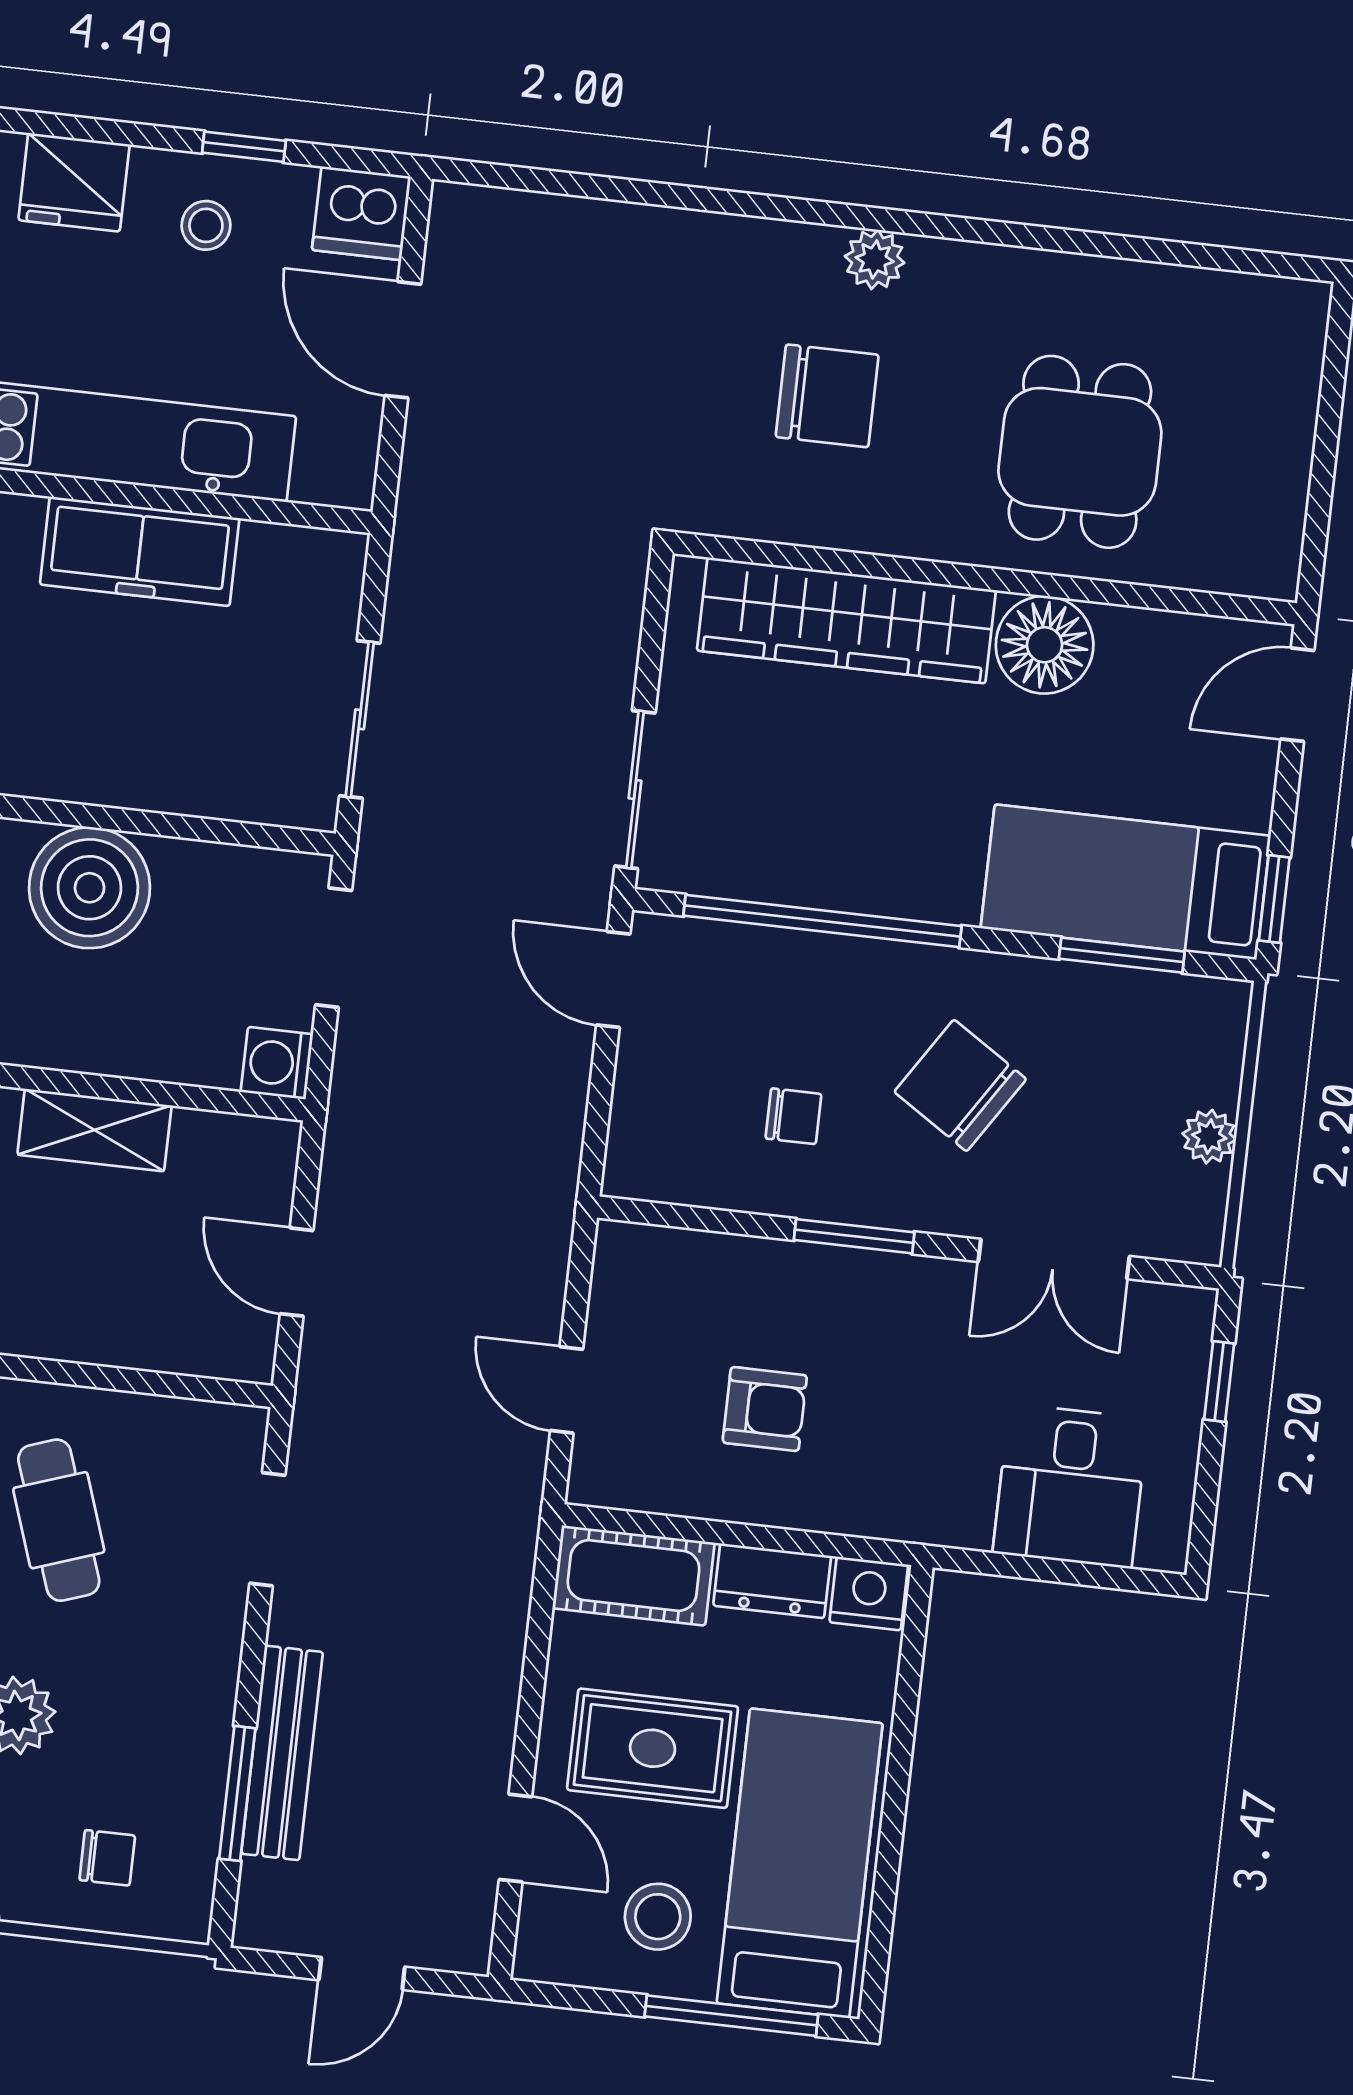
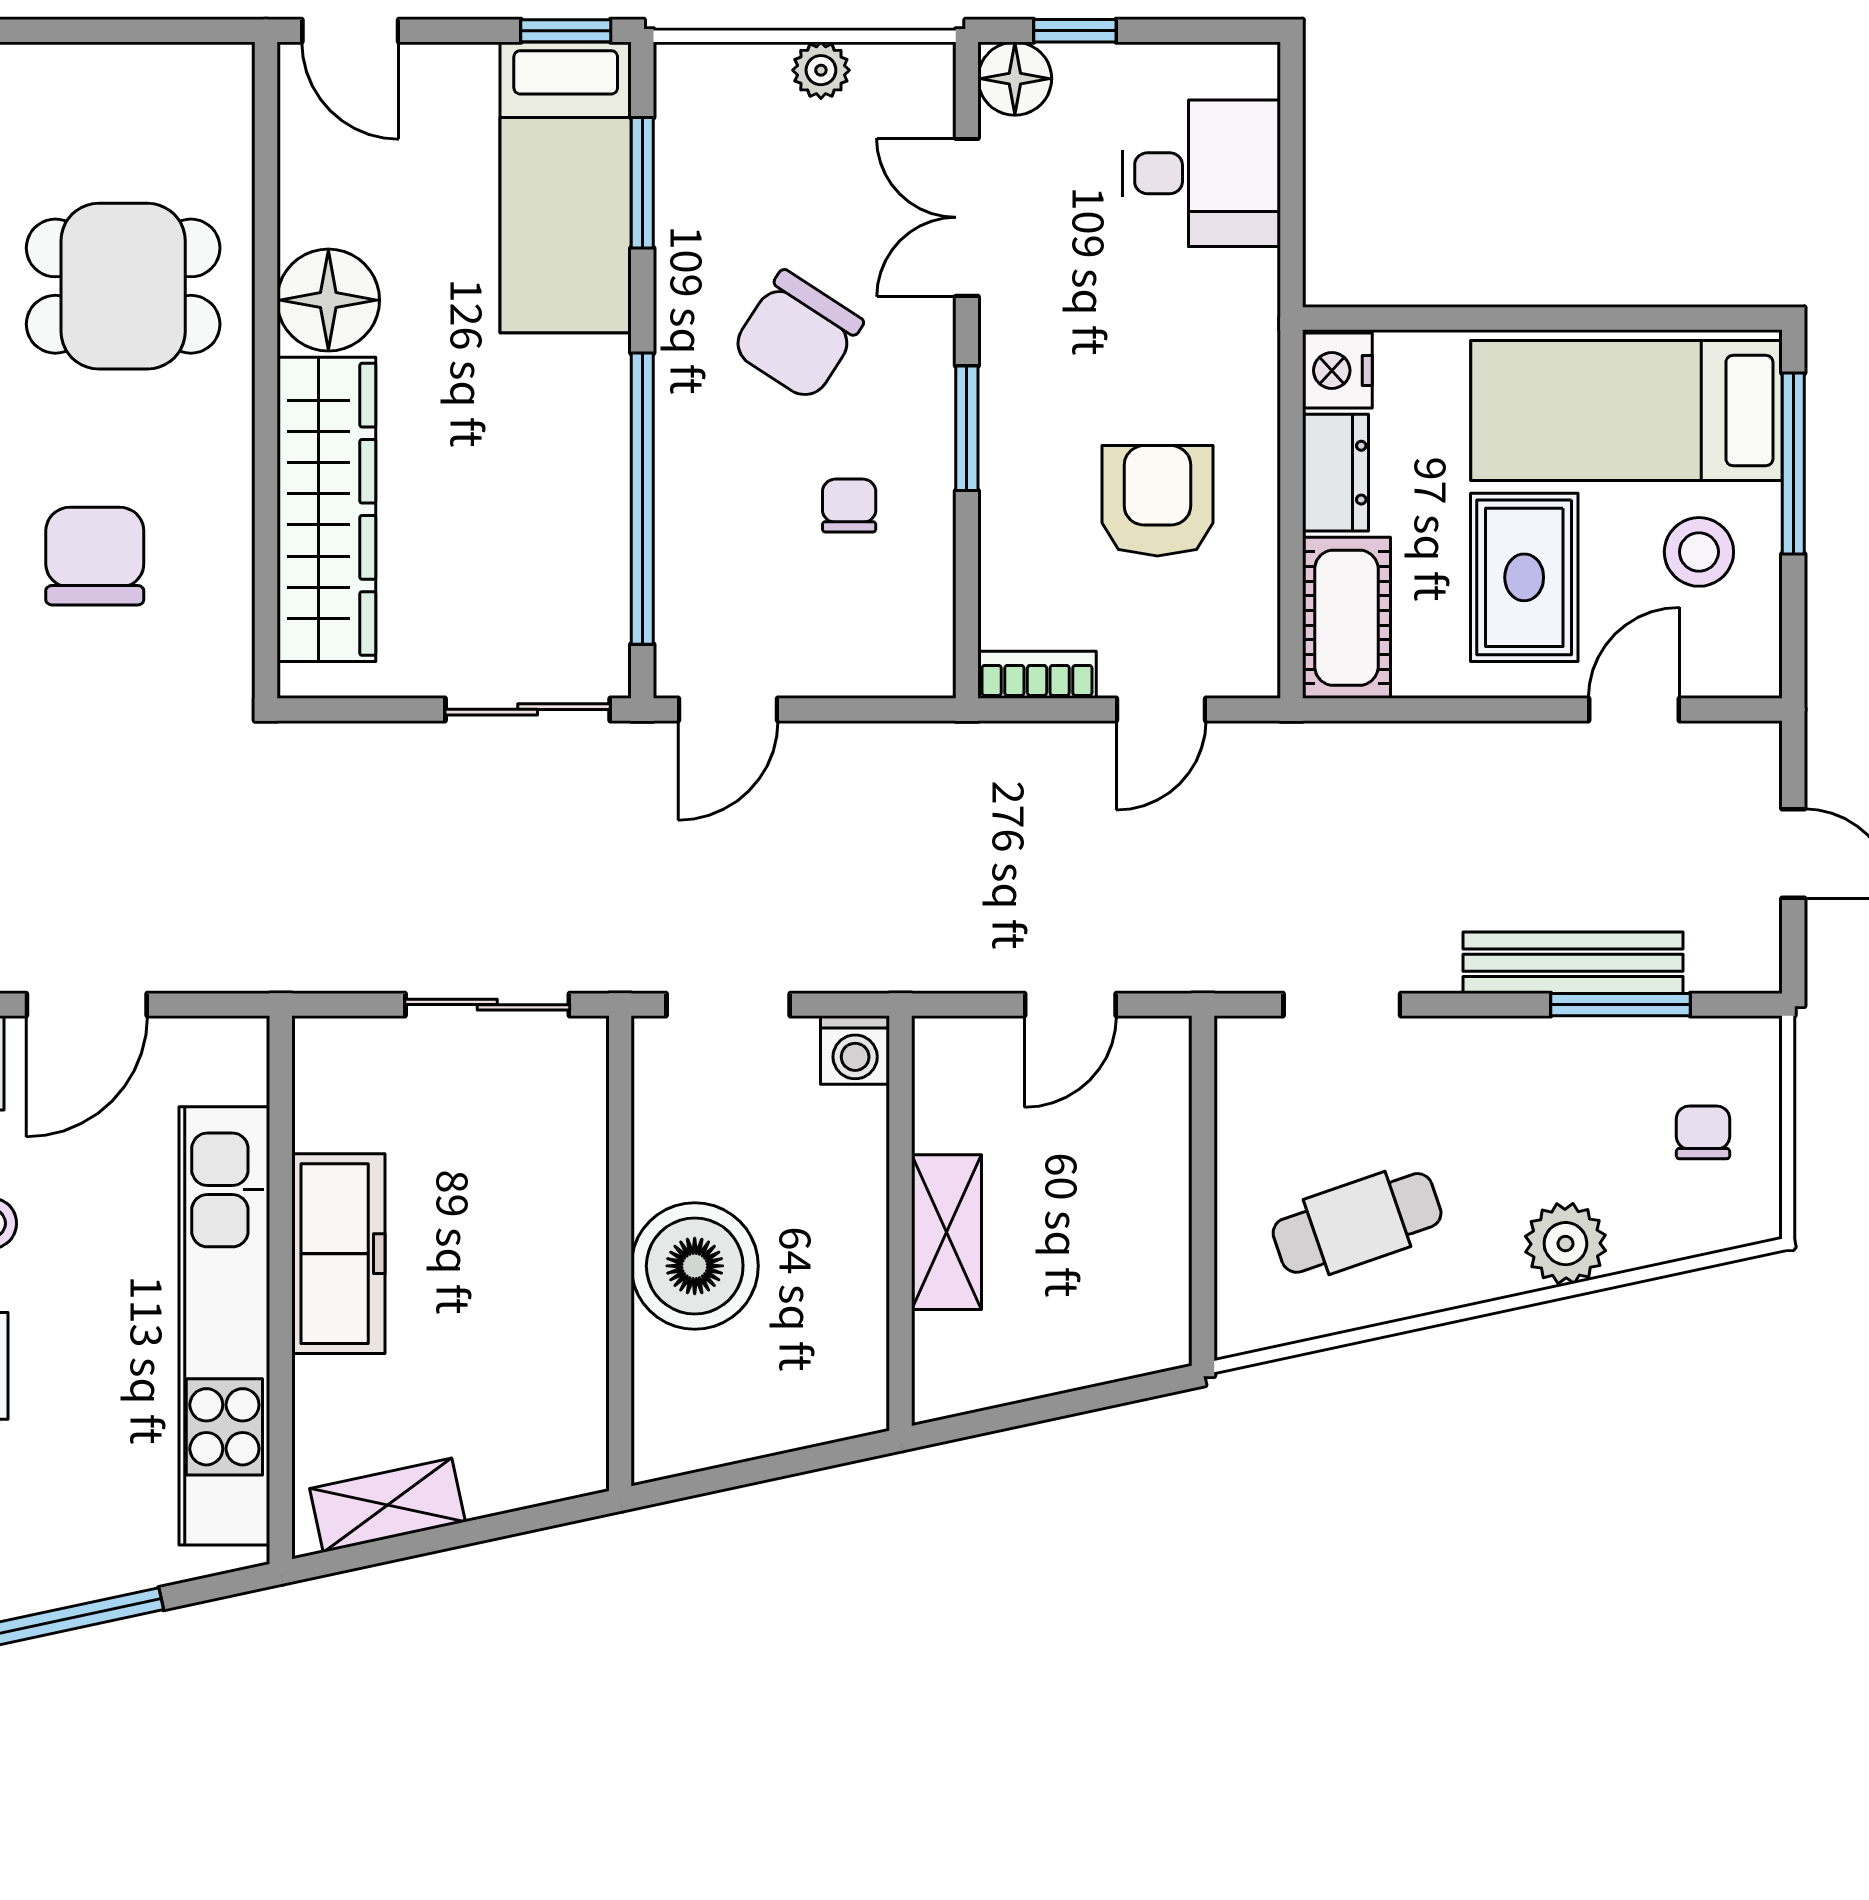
double door: (1054, 1259) -> (967, 217), swing flipped
bookcase: (613, 1276) -> (1037, 675), added
floor lamp: (1180, 1319) -> (1015, 79), added
armchair: (765, 1409) -> (1157, 501), width x1.38, depth x1.38

